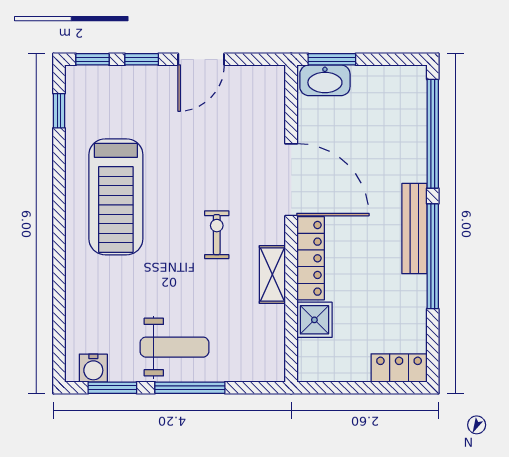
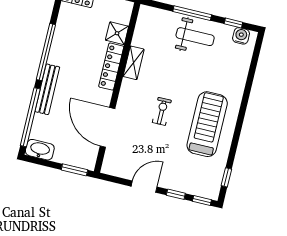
washbasin: (325, 80) -> (40, 150), moved
door: (291, 180) -> (108, 127), moved
bench: (414, 229) -> (47, 89), moved
exercise bike: (217, 235) -> (162, 111), moved, turned 180
weight bench: (174, 347) -> (195, 37), turned 180
window: (112, 388) -> (233, 23), width x0.67

